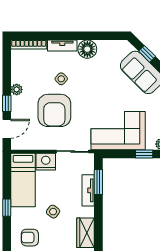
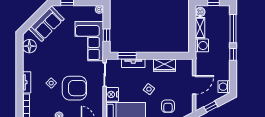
floor lamp: (87, 49) -> (29, 46), moved
window: (147, 54) -> (33, 20), removed
window: (144, 154) -> (107, 35), moved

